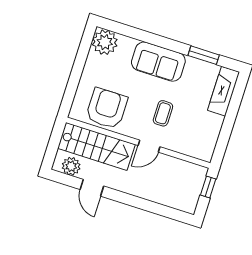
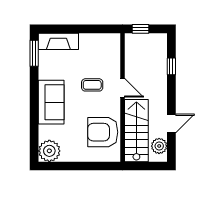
window: (204, 55) -> (34, 53), moved
window: (155, 208) -> (171, 66), added

